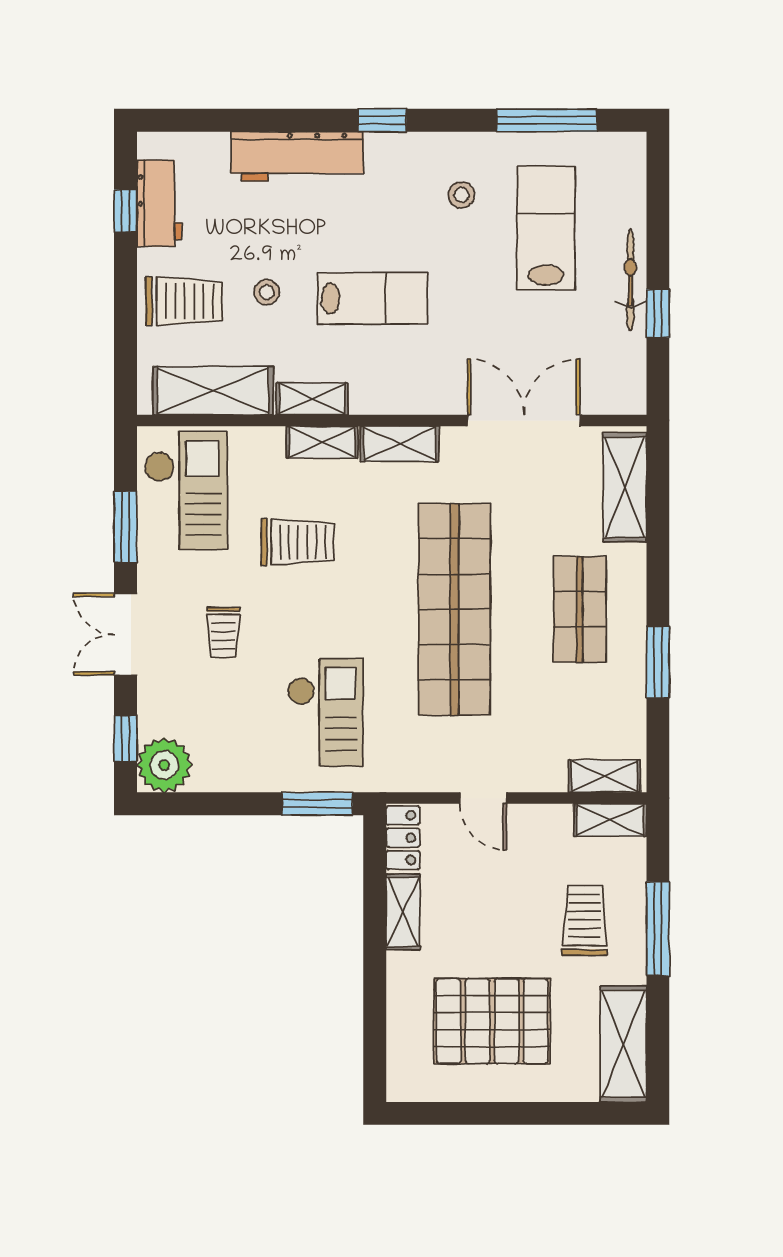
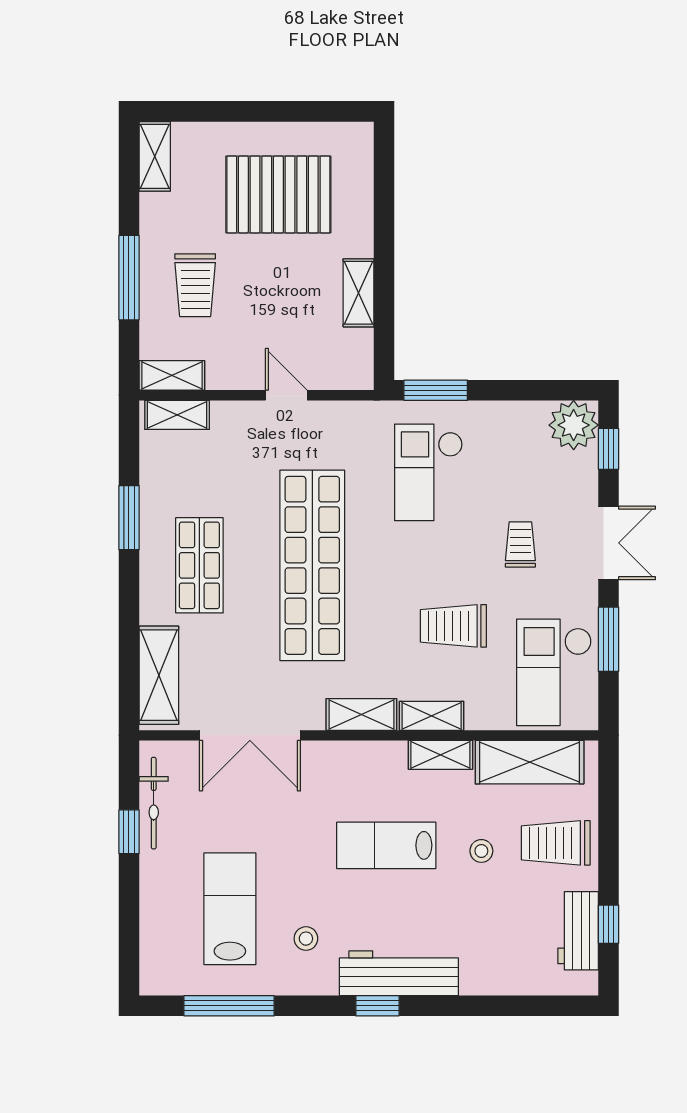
workbench: (297, 156) -> (399, 973), moved
lab bench: (546, 228) -> (230, 909), turned 180
bicycle: (630, 280) -> (154, 803), moved
locker: (403, 838) -> (359, 360), removed
shelving: (623, 1044) -> (155, 156), width x0.67, depth x0.75

